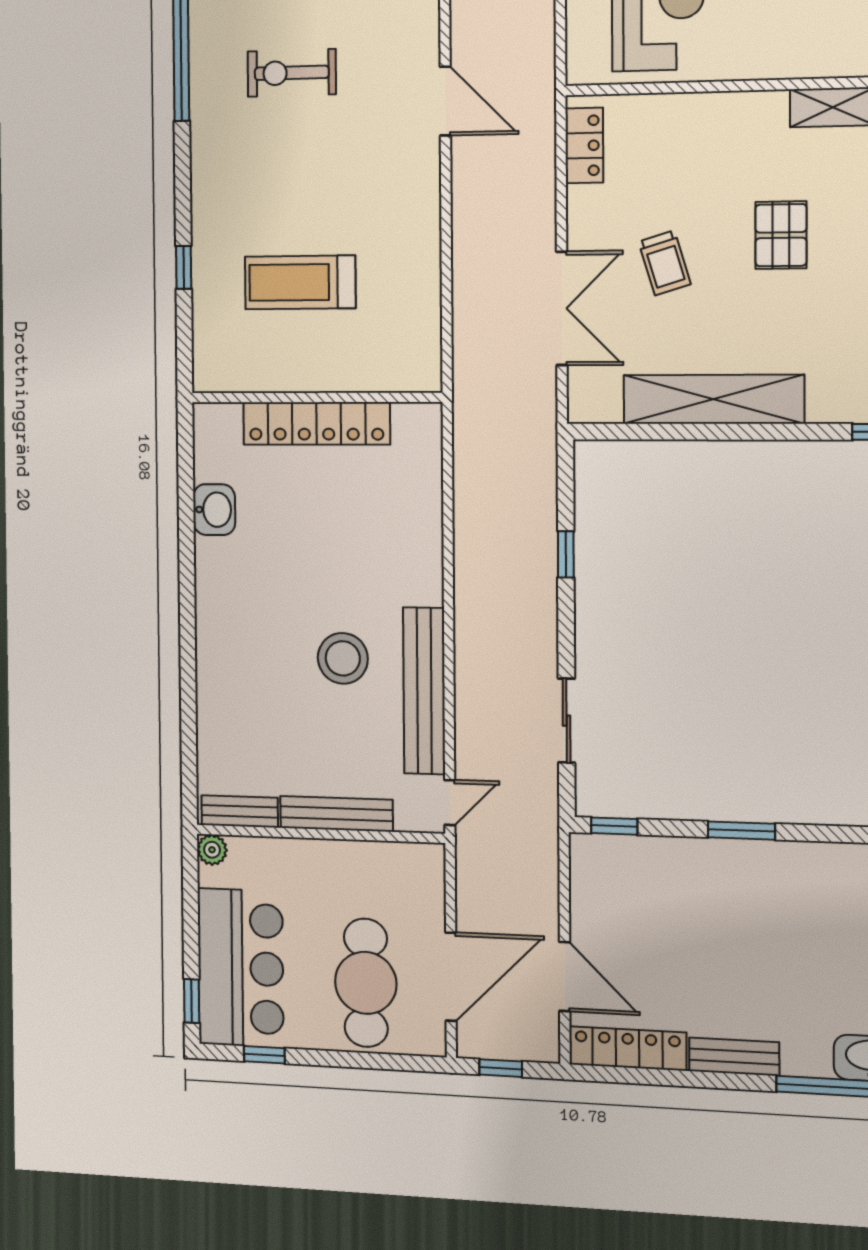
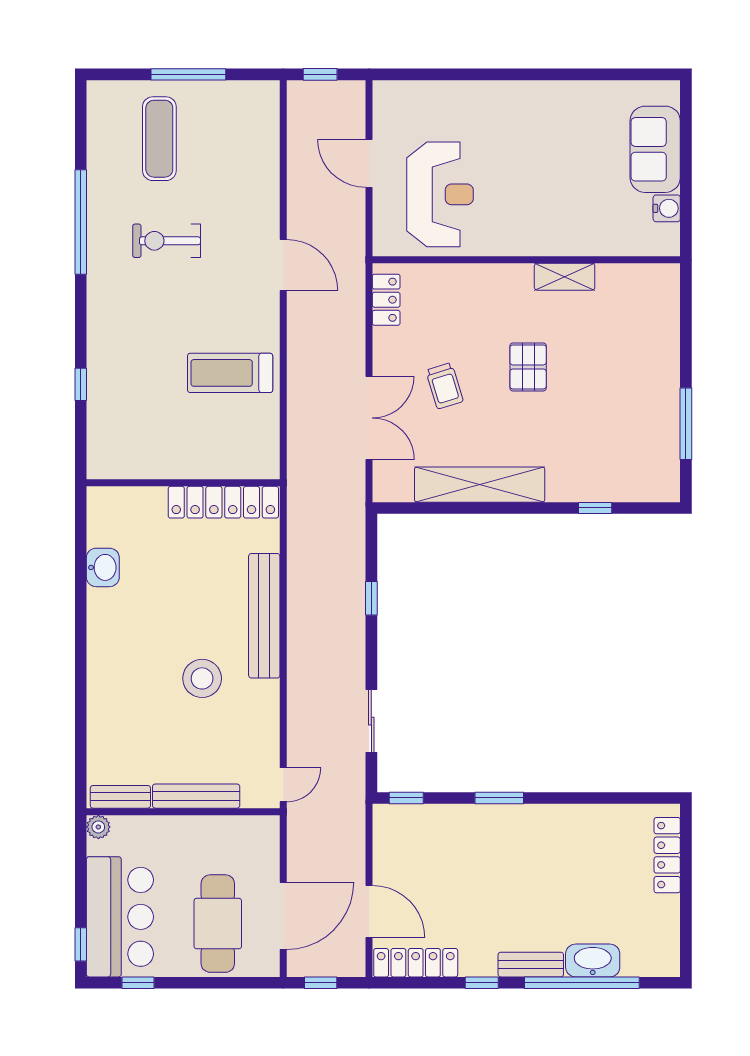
treadmill: (300, 282) -> (230, 373), moved
locker: (316, 423) -> (223, 502), moved
bench: (424, 691) -> (264, 616), moved
bench: (734, 1057) -> (531, 965), moved
window: (718, 1080) -> (482, 983), added

